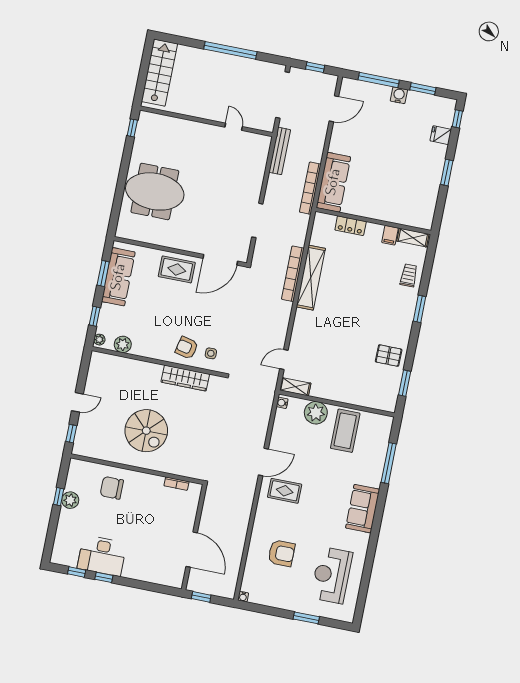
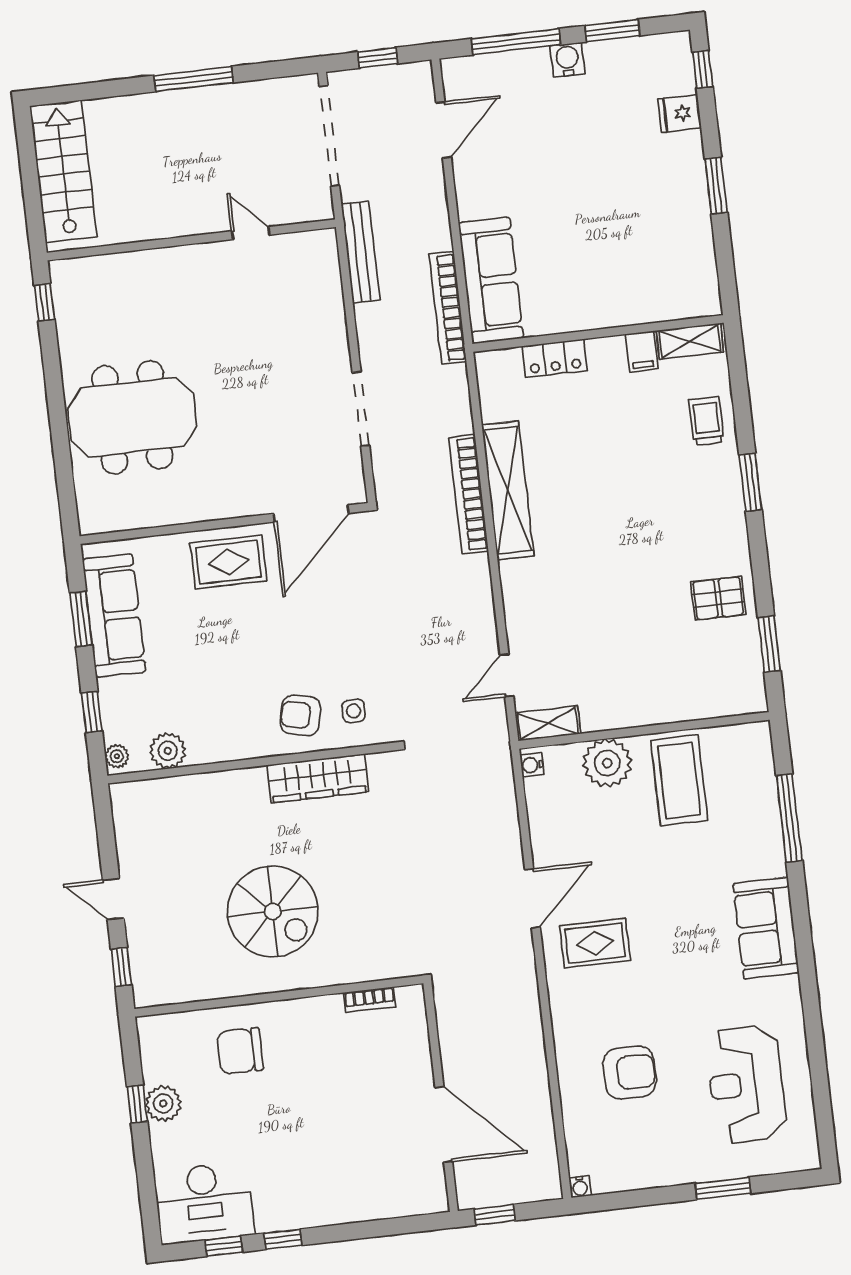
window: (230, 50) -> (194, 79), width x0.68
door: (77, 402) -> (113, 899), swing flipped
desk: (102, 556) -> (204, 1203), moved

